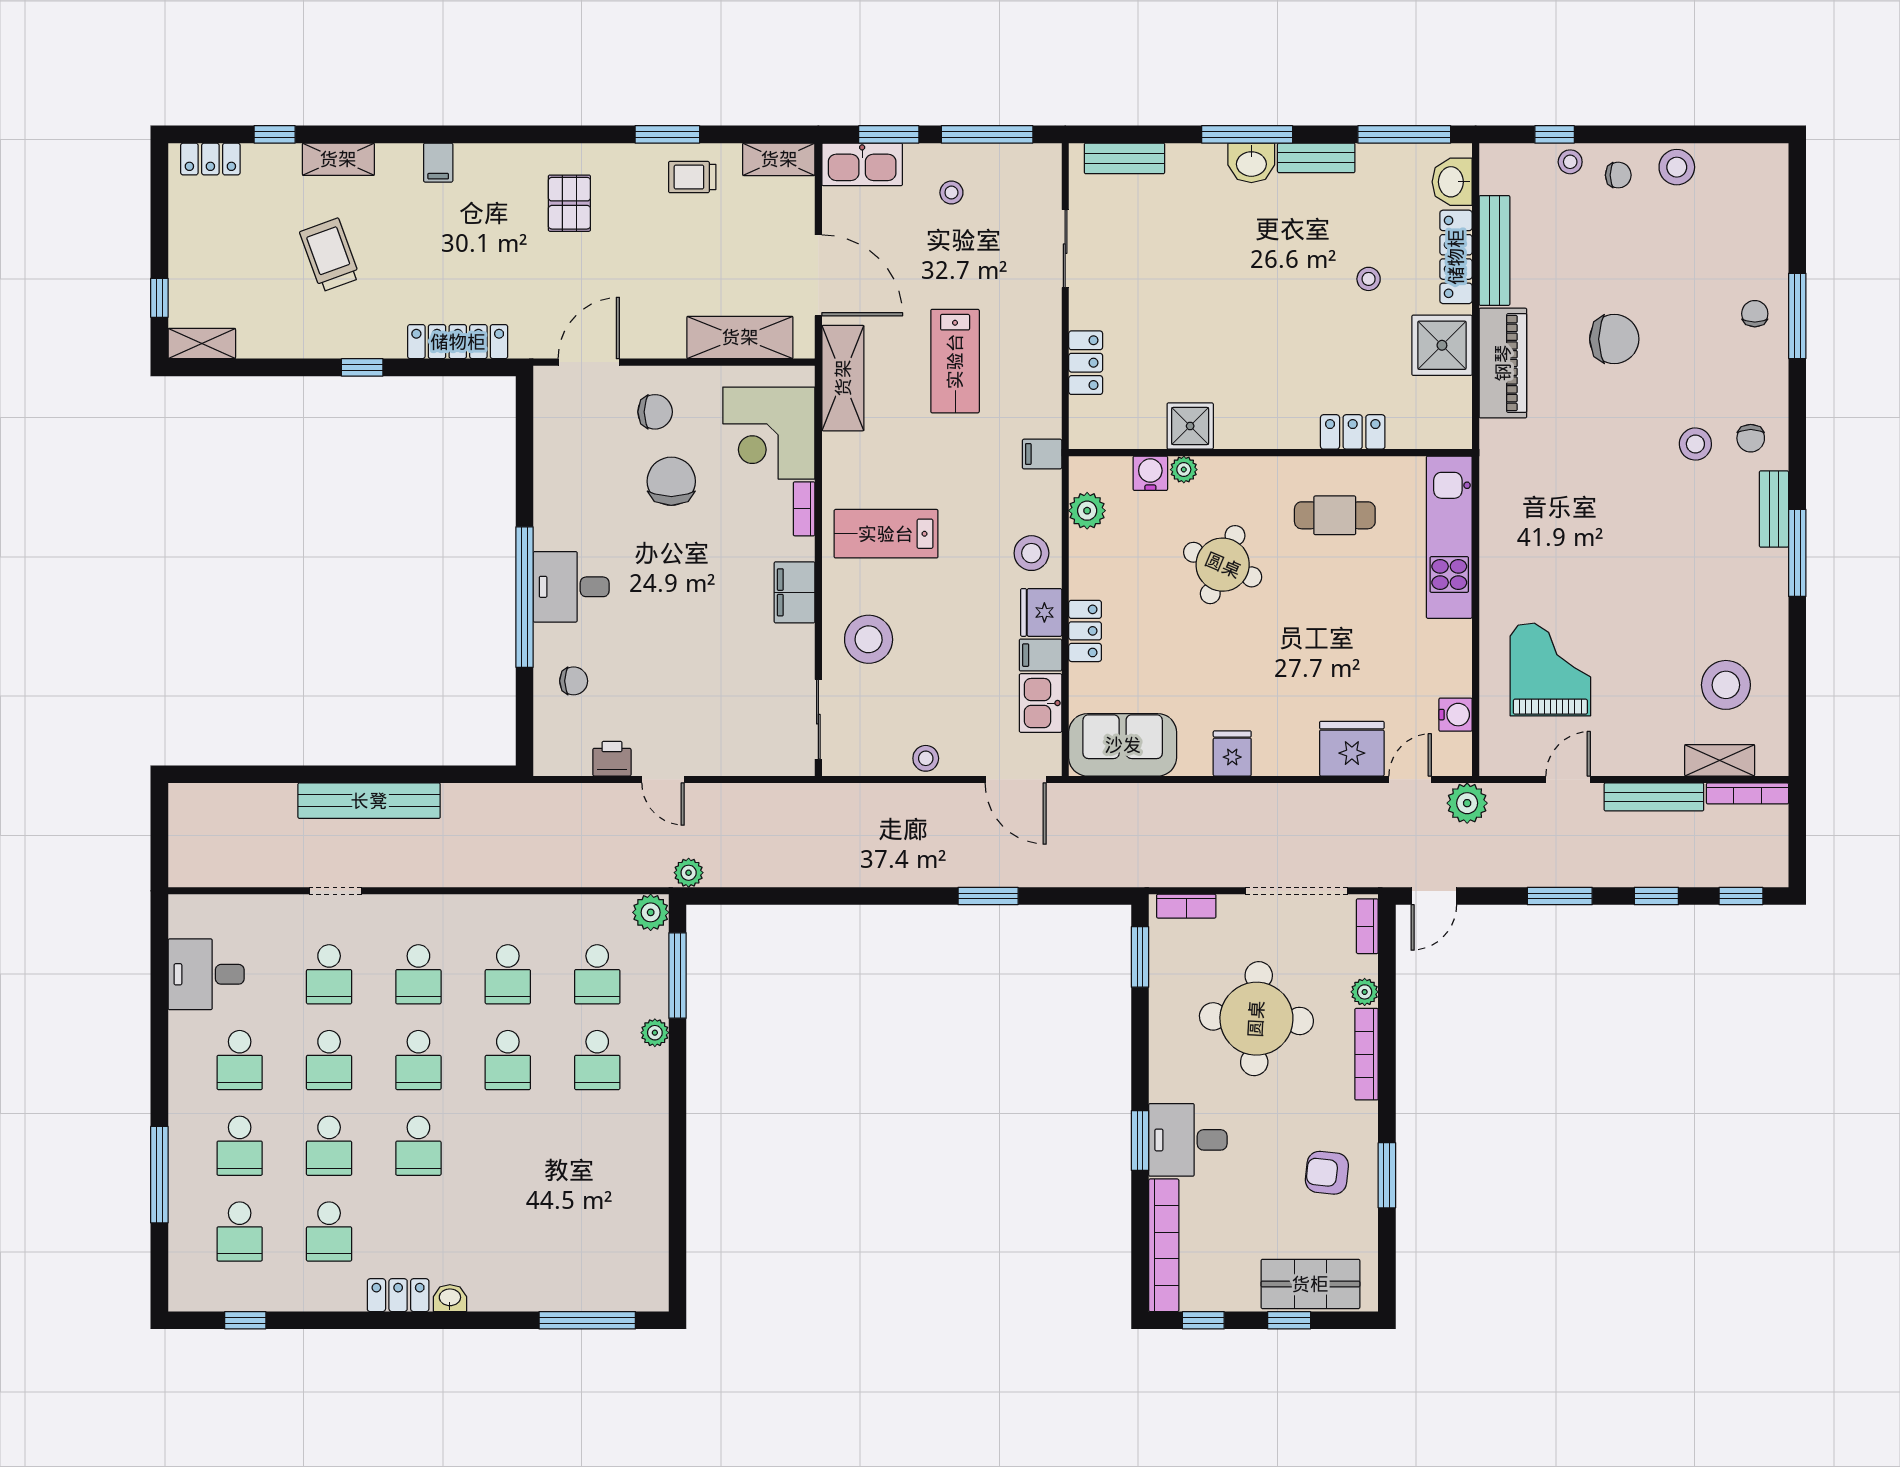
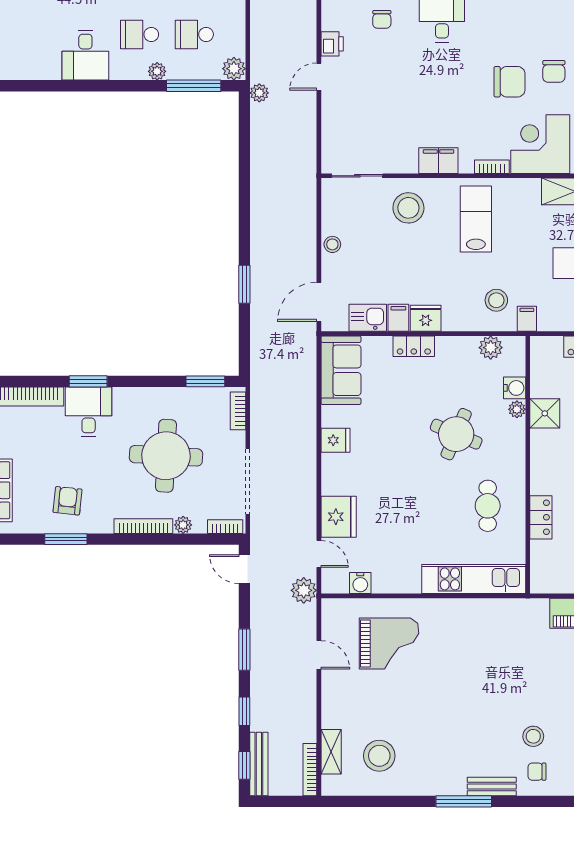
stool: (1031, 553) -> (496, 300), moved
bench: (1654, 797) -> (259, 764), moved
desk: (630, 1145) -> (85, 55), added

